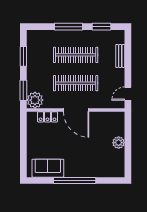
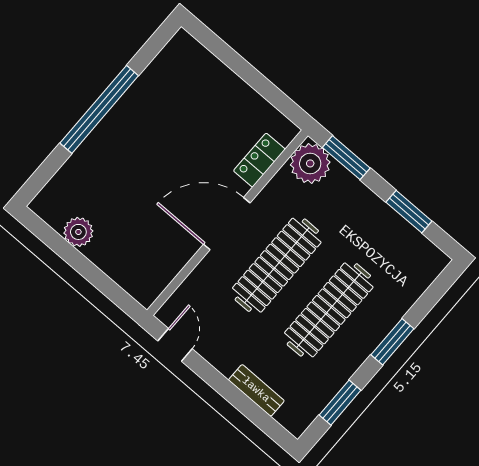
window: (69, 27) -> (392, 342), width x0.69
plant: (119, 143) -> (78, 232), moved
sofa: (48, 168) -> (164, 79), removed

